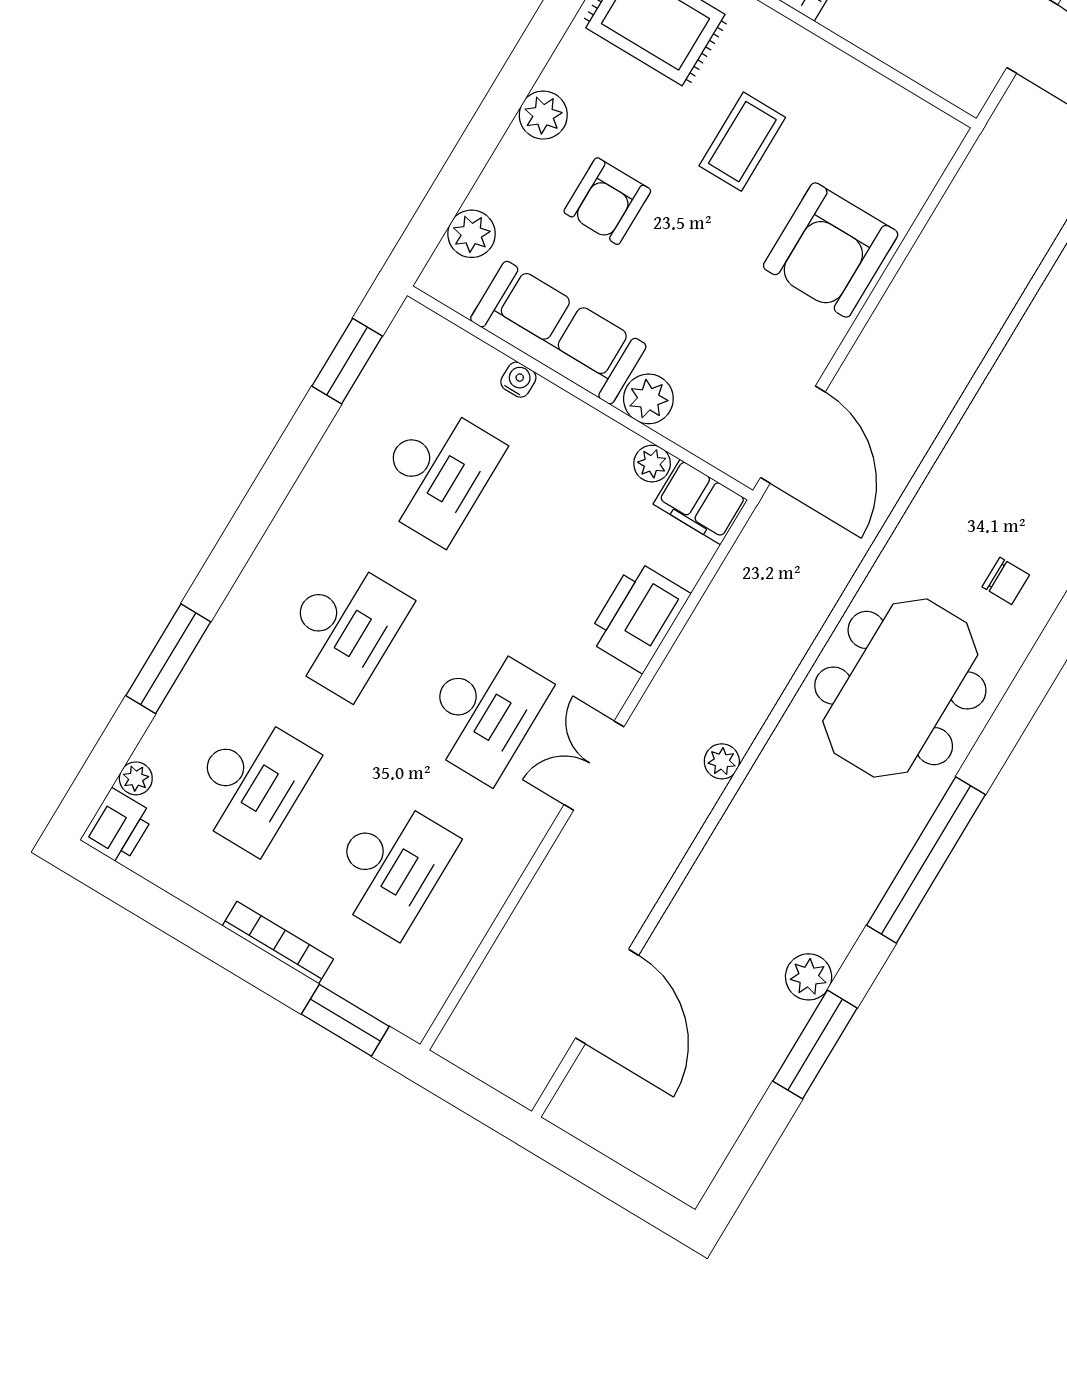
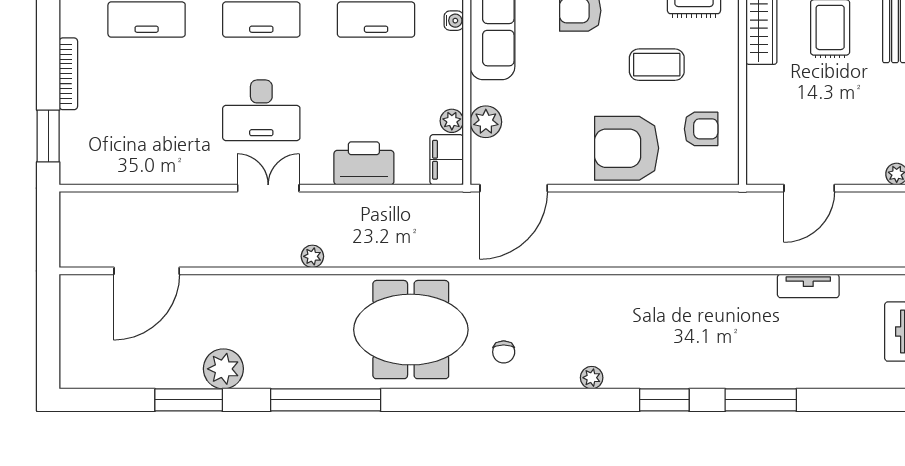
armchair: (865, 134) -> (701, 129), added
plant: (648, 399) -> (486, 122), moved
desk: (390, 867) -> (147, 110), removed
plant: (809, 977) -> (223, 369), width x1.36, depth x1.36

